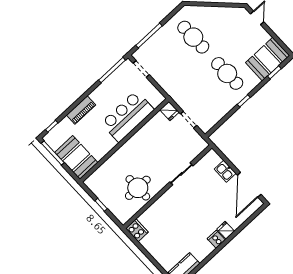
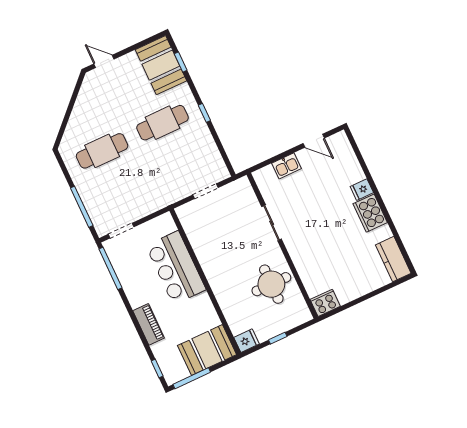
fridge: (169, 111) -> (246, 341), moved
door: (249, 185) -> (314, 141), width x0.53
cooker: (216, 239) -> (370, 213), width x1.87, depth x1.31

